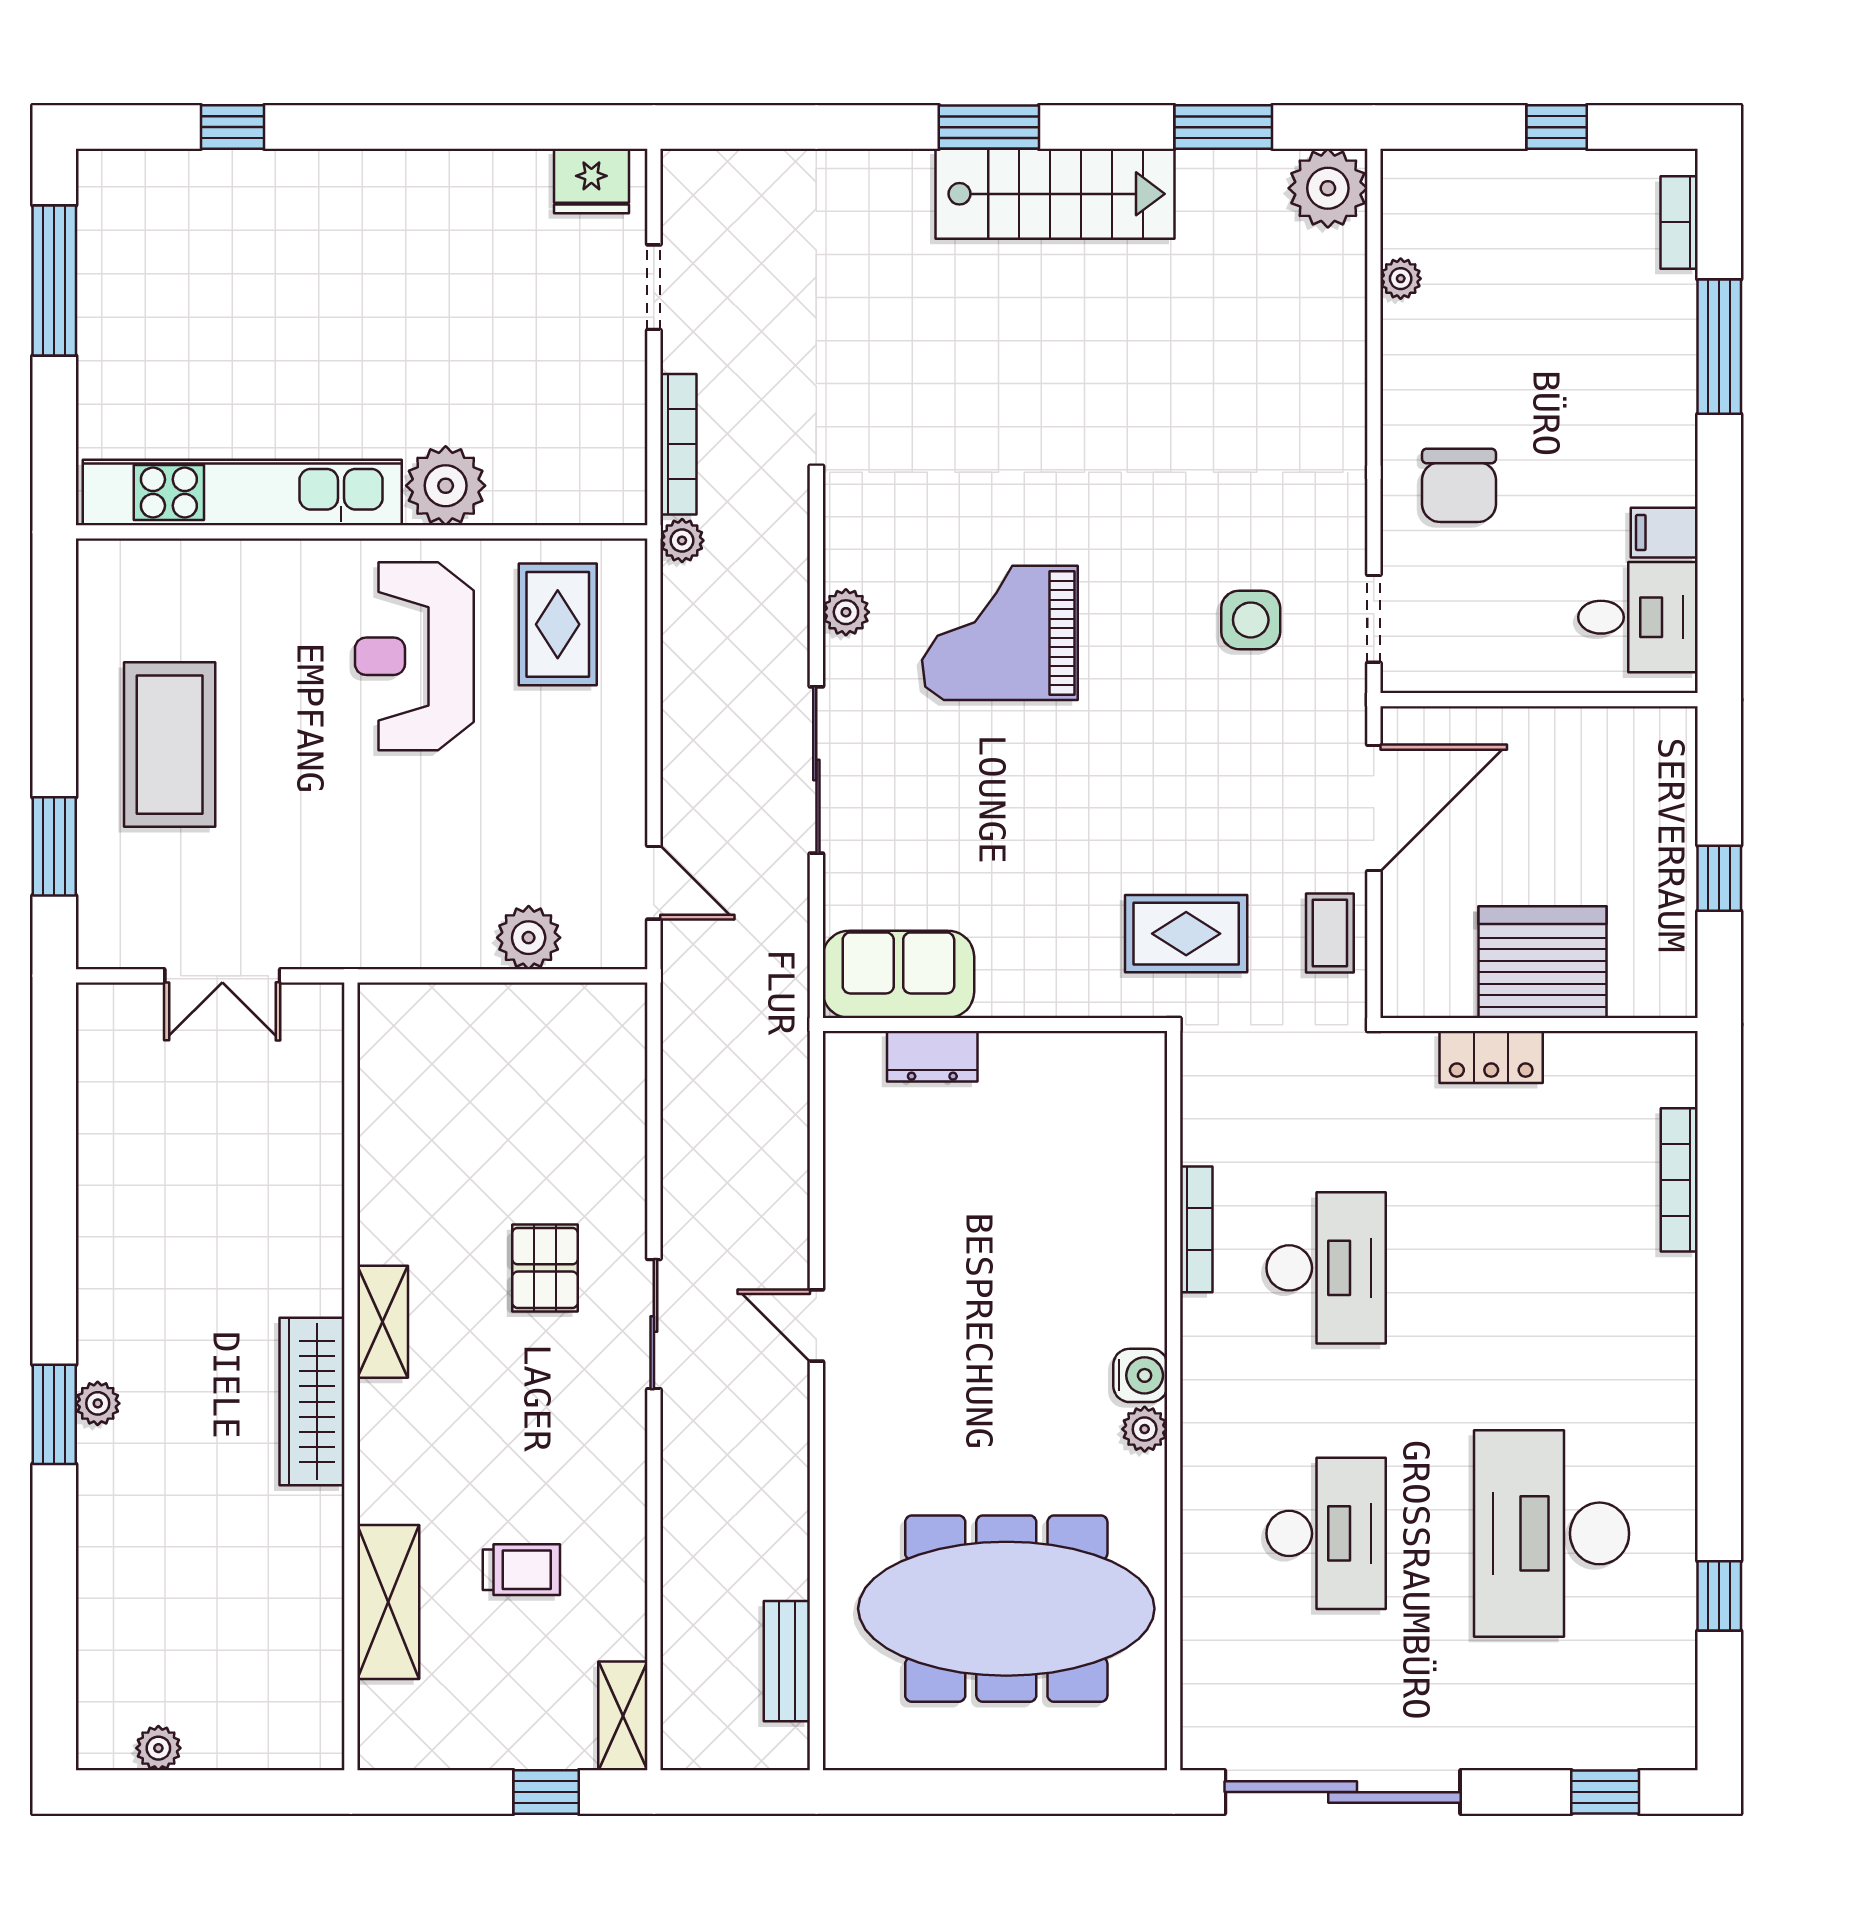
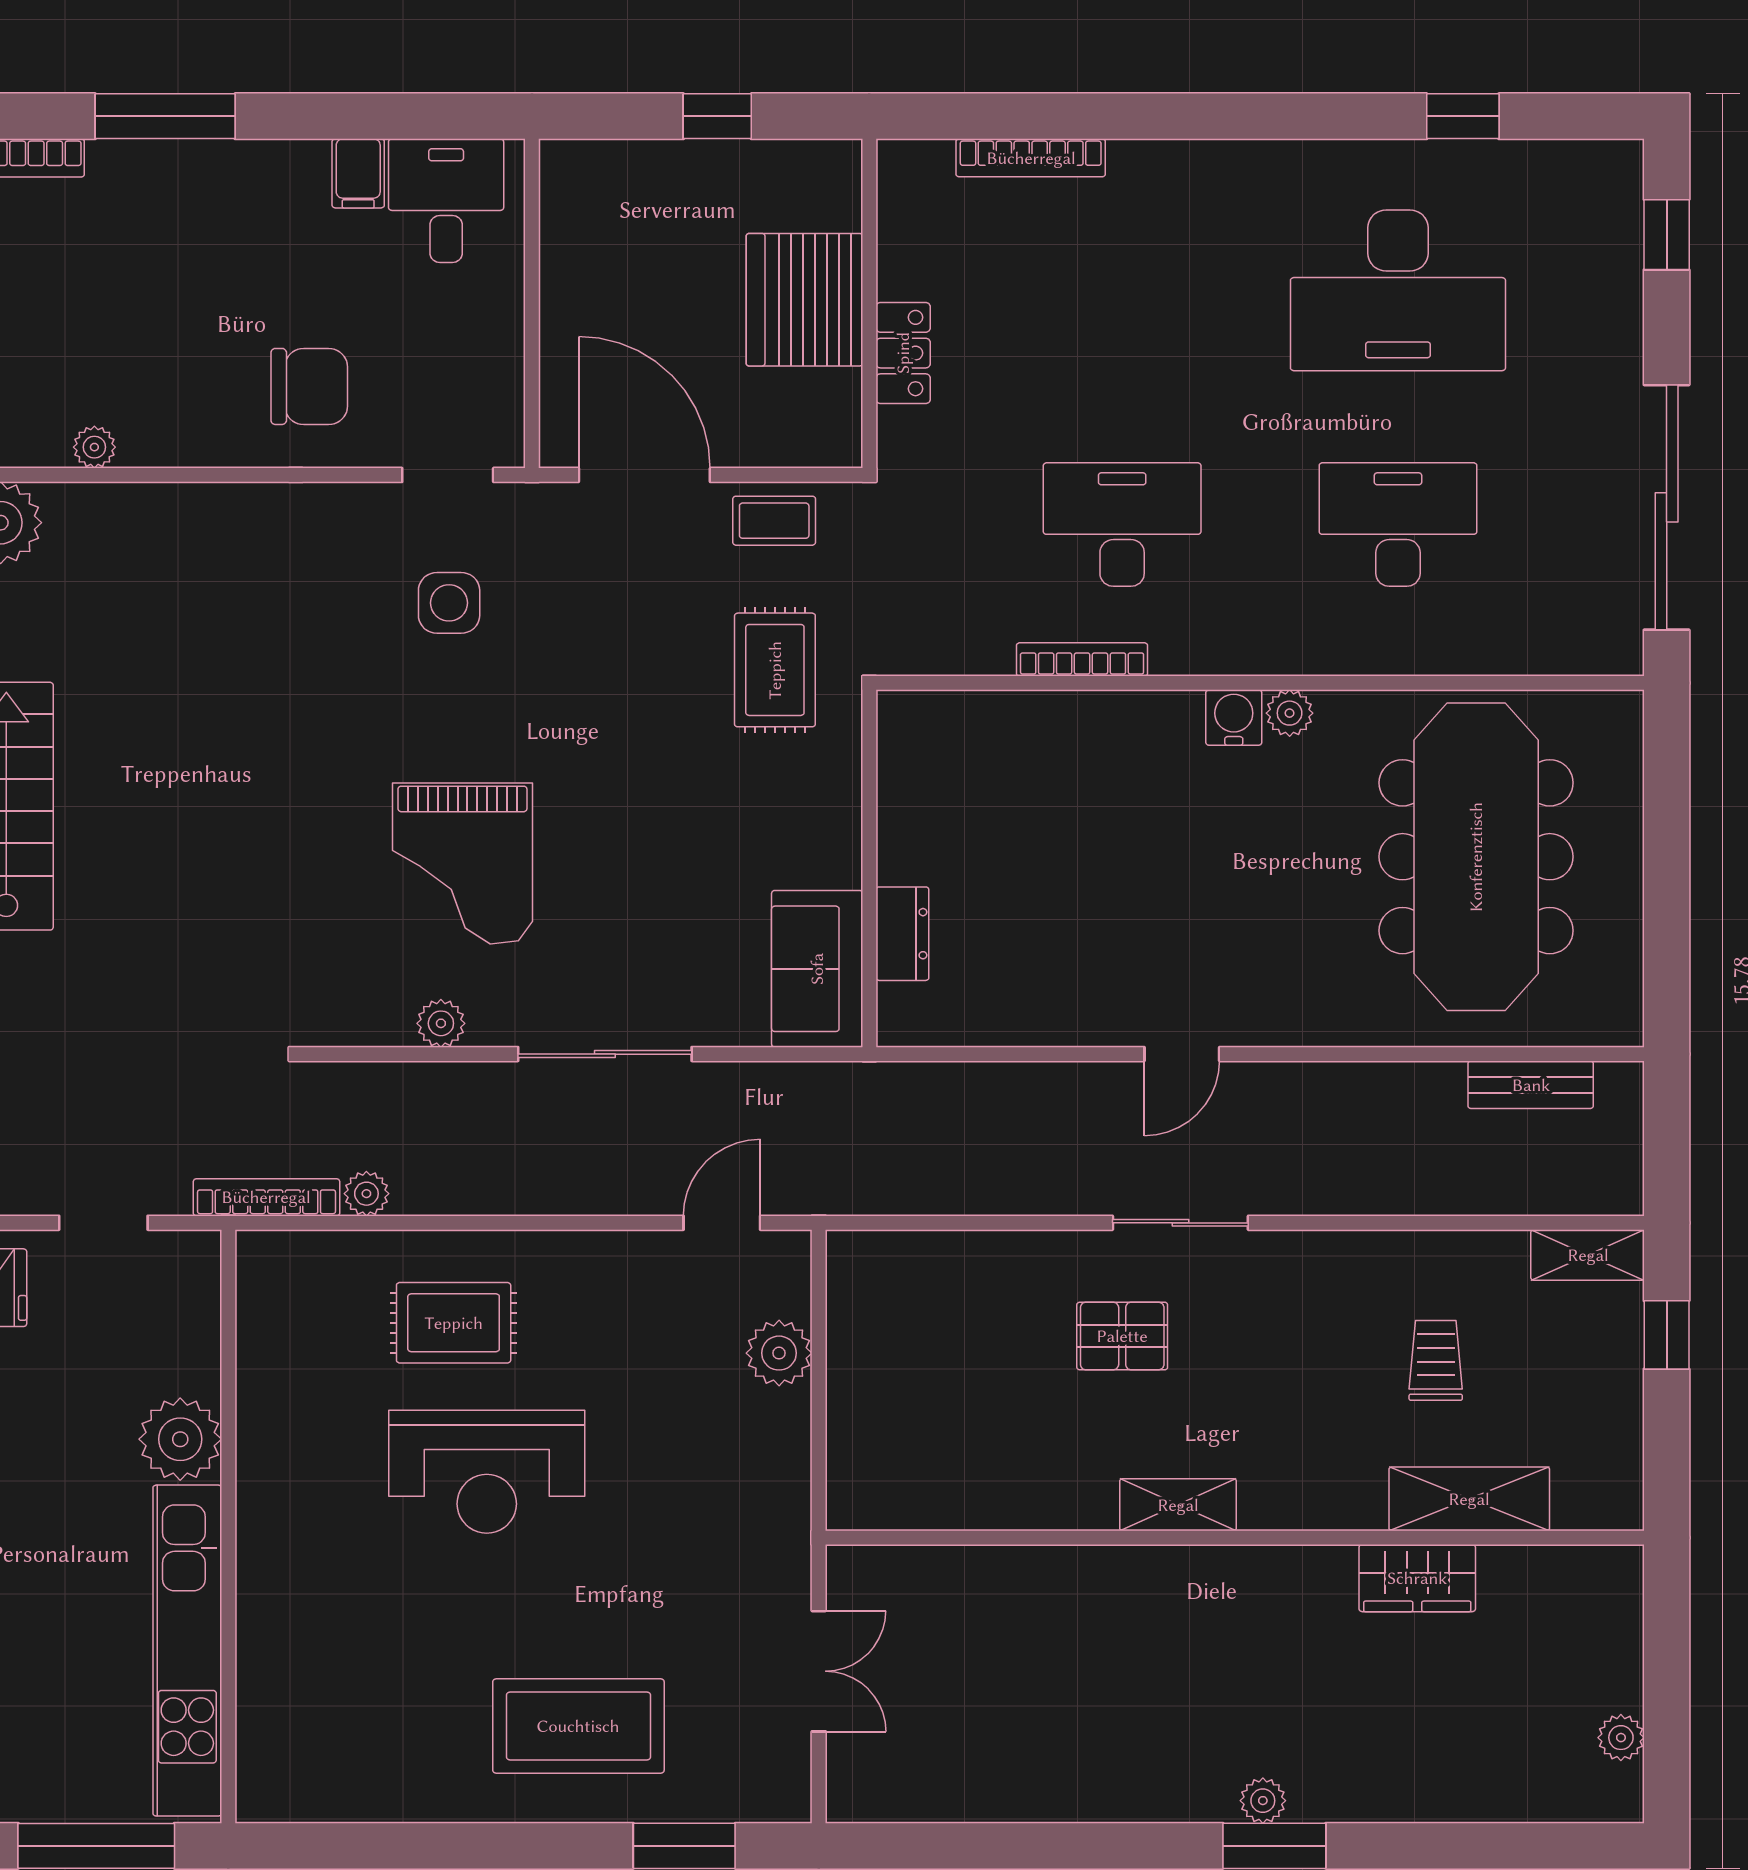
plant: (446, 486) -> (180, 1439), moved
kitchen unit: (242, 493) -> (187, 1651), moved
wall: (362, 532) -> (228, 1526), moved
wardrobe: (312, 1402) -> (1417, 1578), moved, width x0.67

